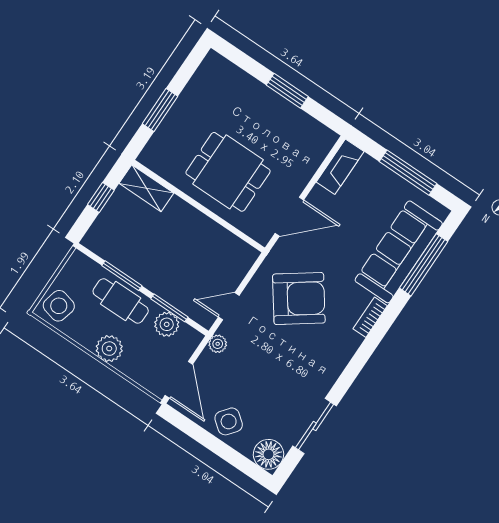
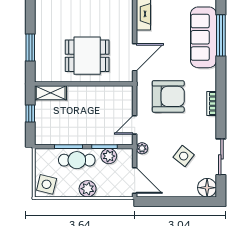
armchair: (299, 299) -> (168, 96), turned 36
bookcase: (370, 317) -> (212, 103), moved
side table: (229, 421) -> (184, 156), moved

